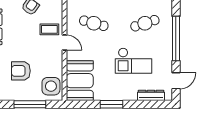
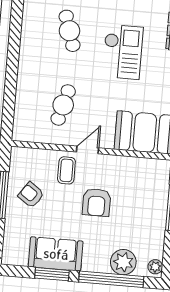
armchair: (21, 71) -> (97, 202), moved
side table: (51, 86) -> (149, 175), removed

